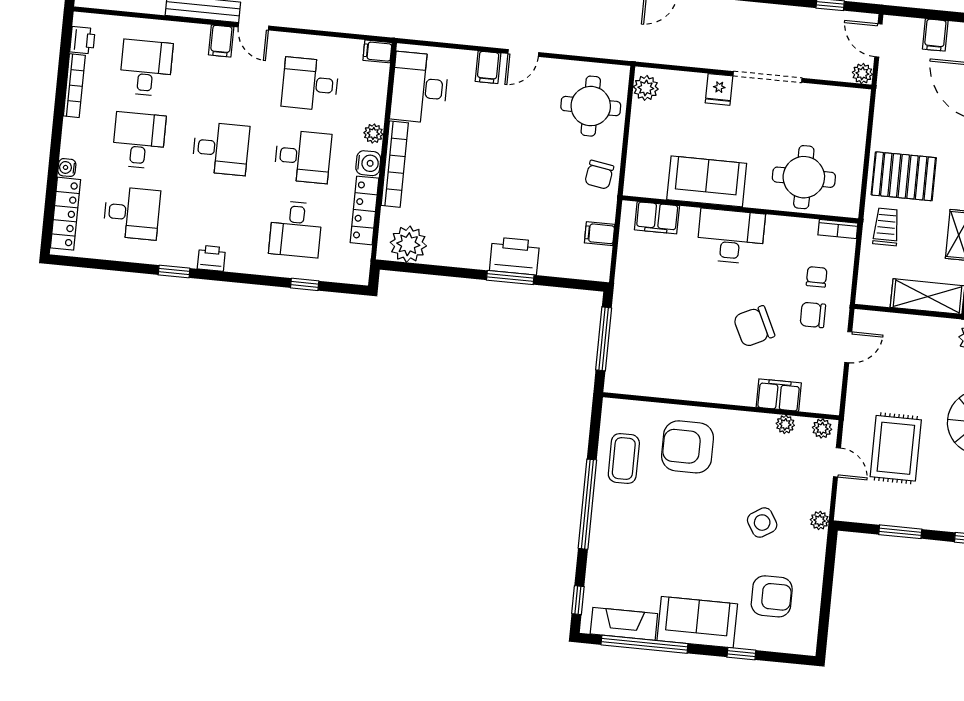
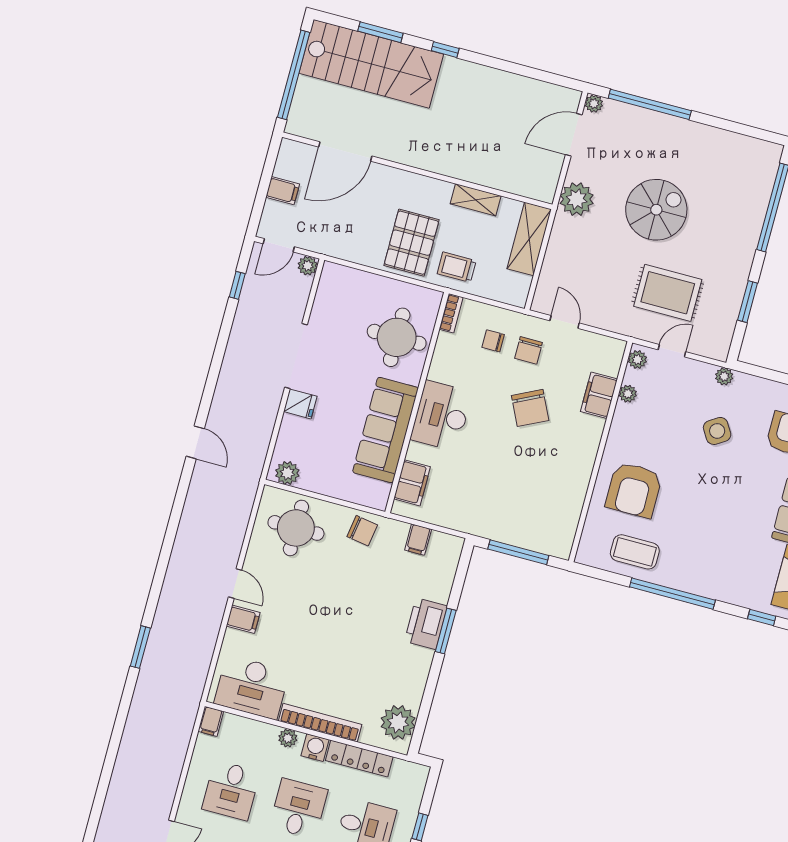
sofa: (707, 181) -> (385, 430), width x1.36

